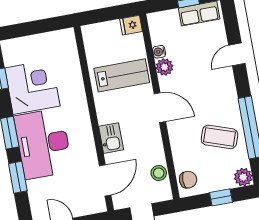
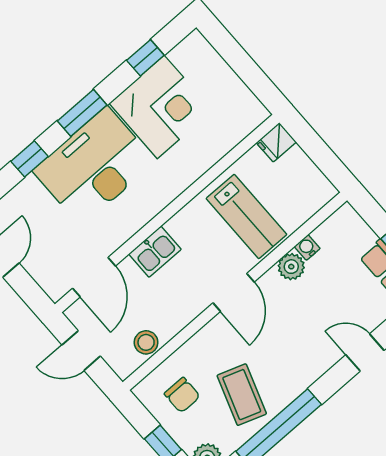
fridge: (131, 25) -> (276, 142), moved, turned -90
window: (18, 177) -> (29, 159), width x0.67
door: (105, 180) -> (94, 277), hinge flipped
chair: (188, 180) -> (182, 395), moved

